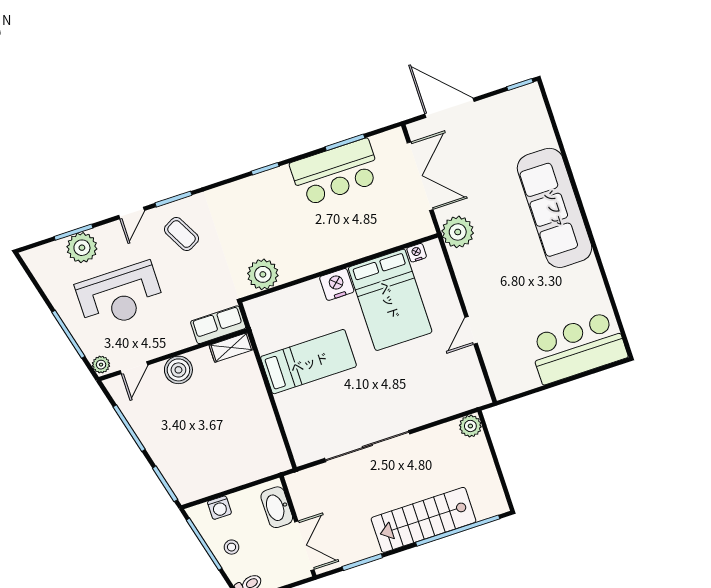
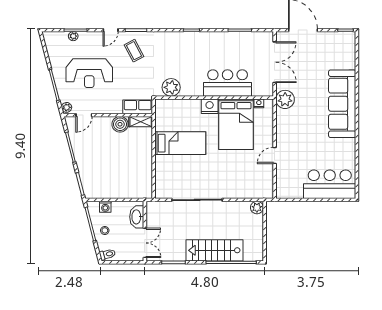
bar counter: (335, 172) -> (228, 83), moved, turned 180
plant: (82, 248) -> (73, 36), width x0.53, depth x0.53
boiler: (178, 370) -> (120, 124), moved

